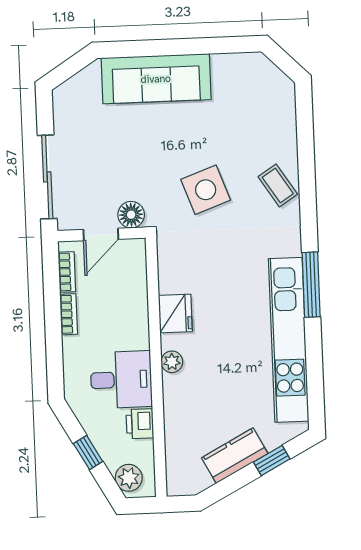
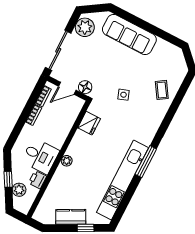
plant: (71, 110) -> (85, 27), added
coffee table: (278, 185) -> (162, 90), moved
side table: (206, 190) -> (124, 95), width x0.54, depth x0.54
fridge: (175, 313) -> (89, 123), moved
plant: (129, 478) -> (19, 190), moved

